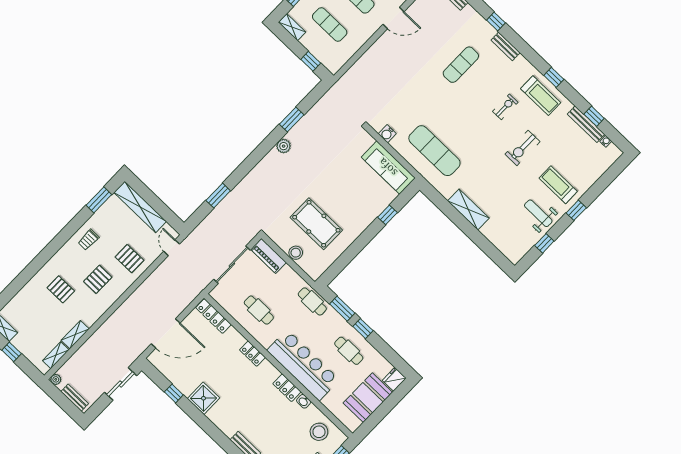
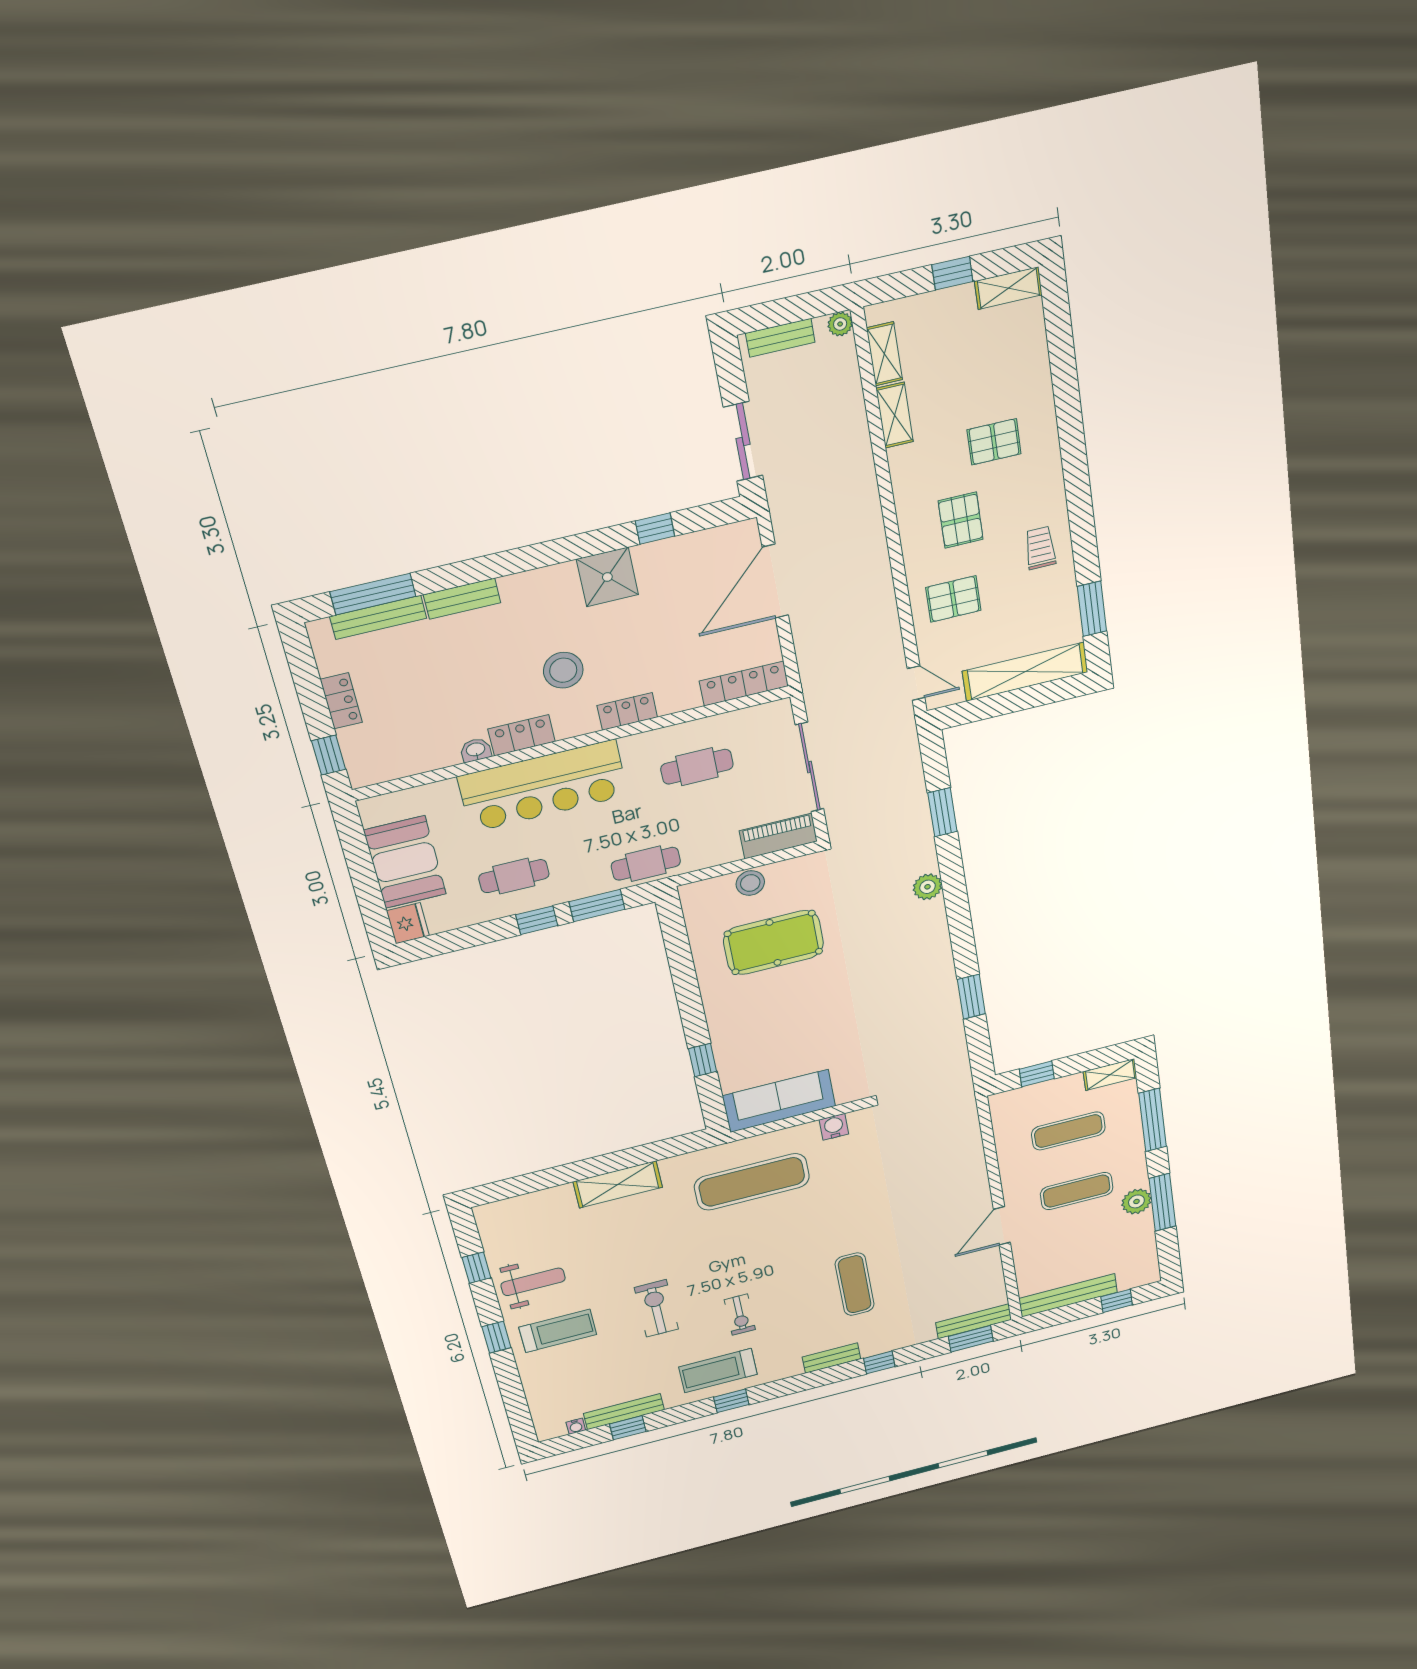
plant: (284, 146) -> (927, 887), moved
stool: (319, 432) -> (563, 670), moved

